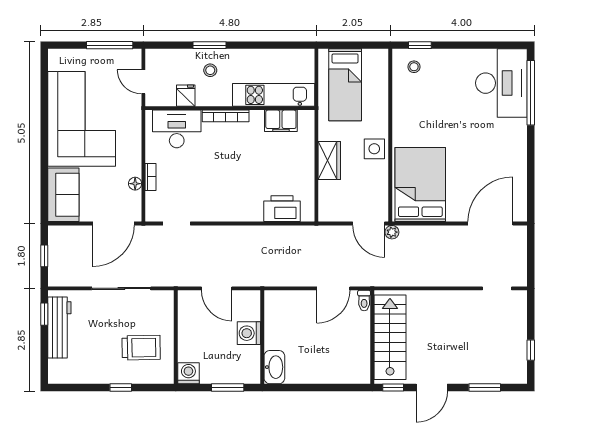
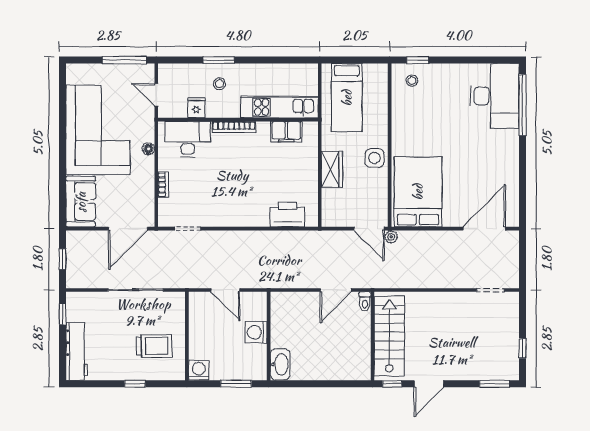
floor lamp: (135, 184) -> (148, 149), moved
workbench: (59, 327) -> (77, 351), moved
window: (485, 388) -> (494, 384), moved

